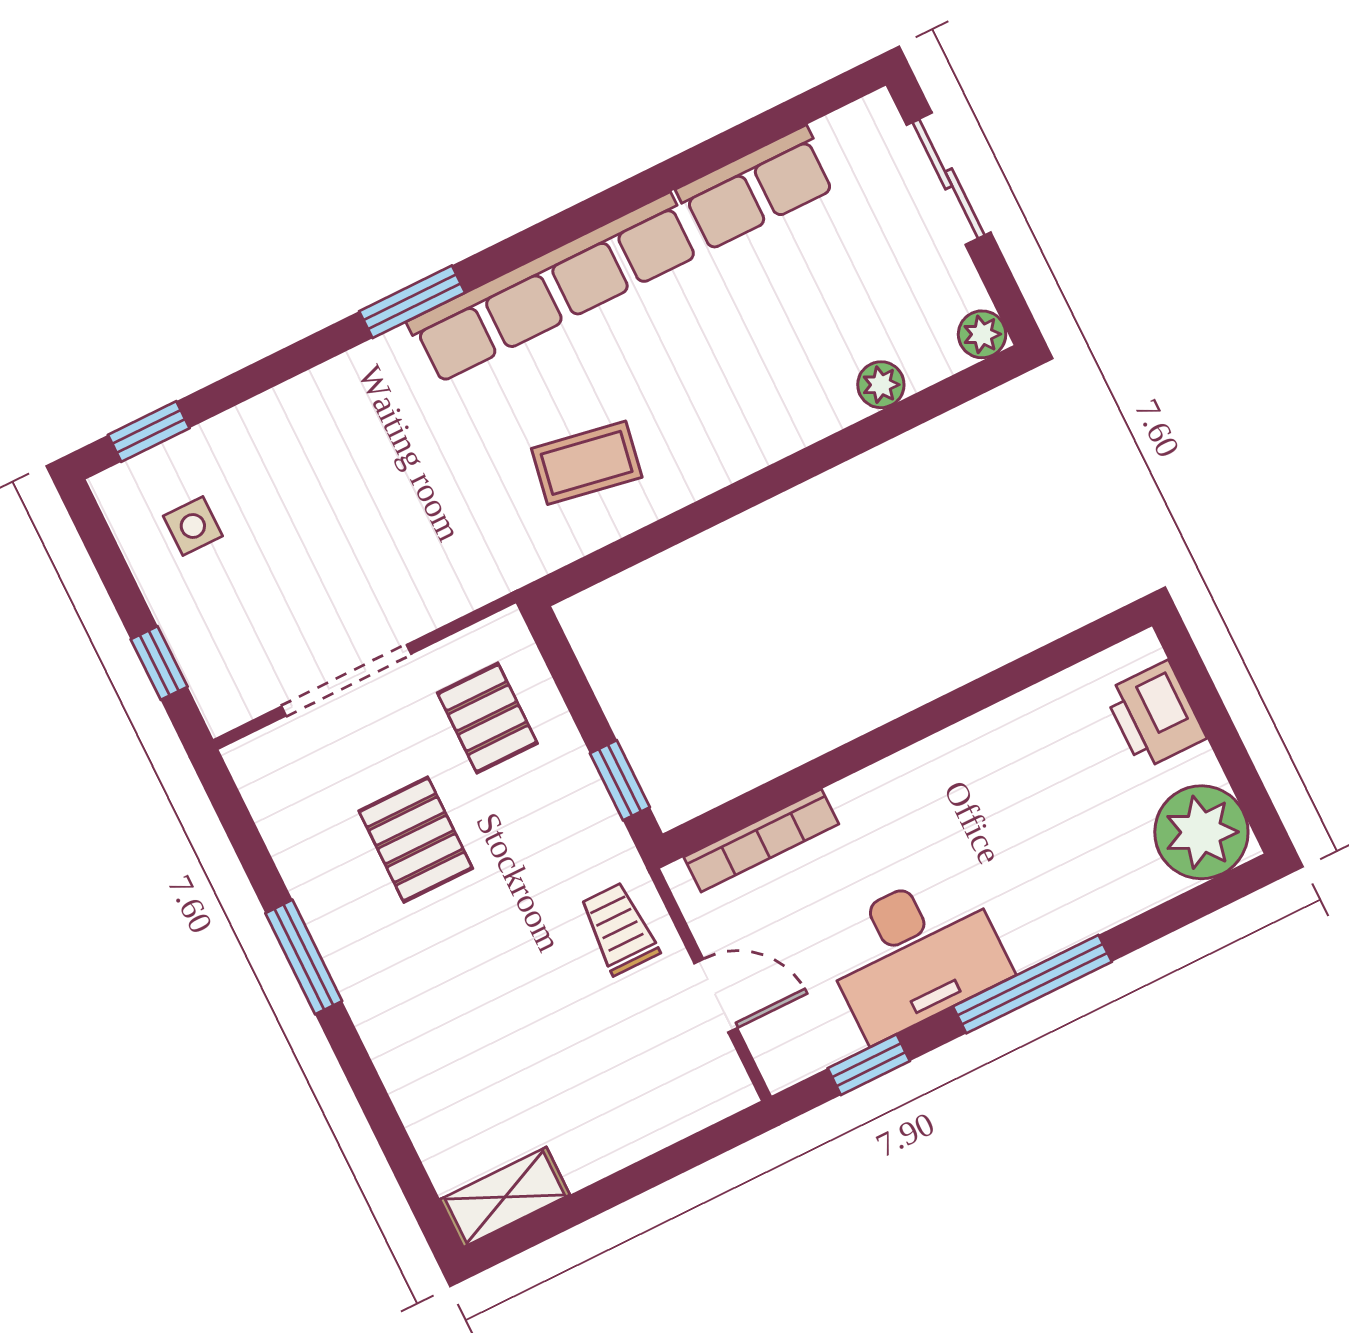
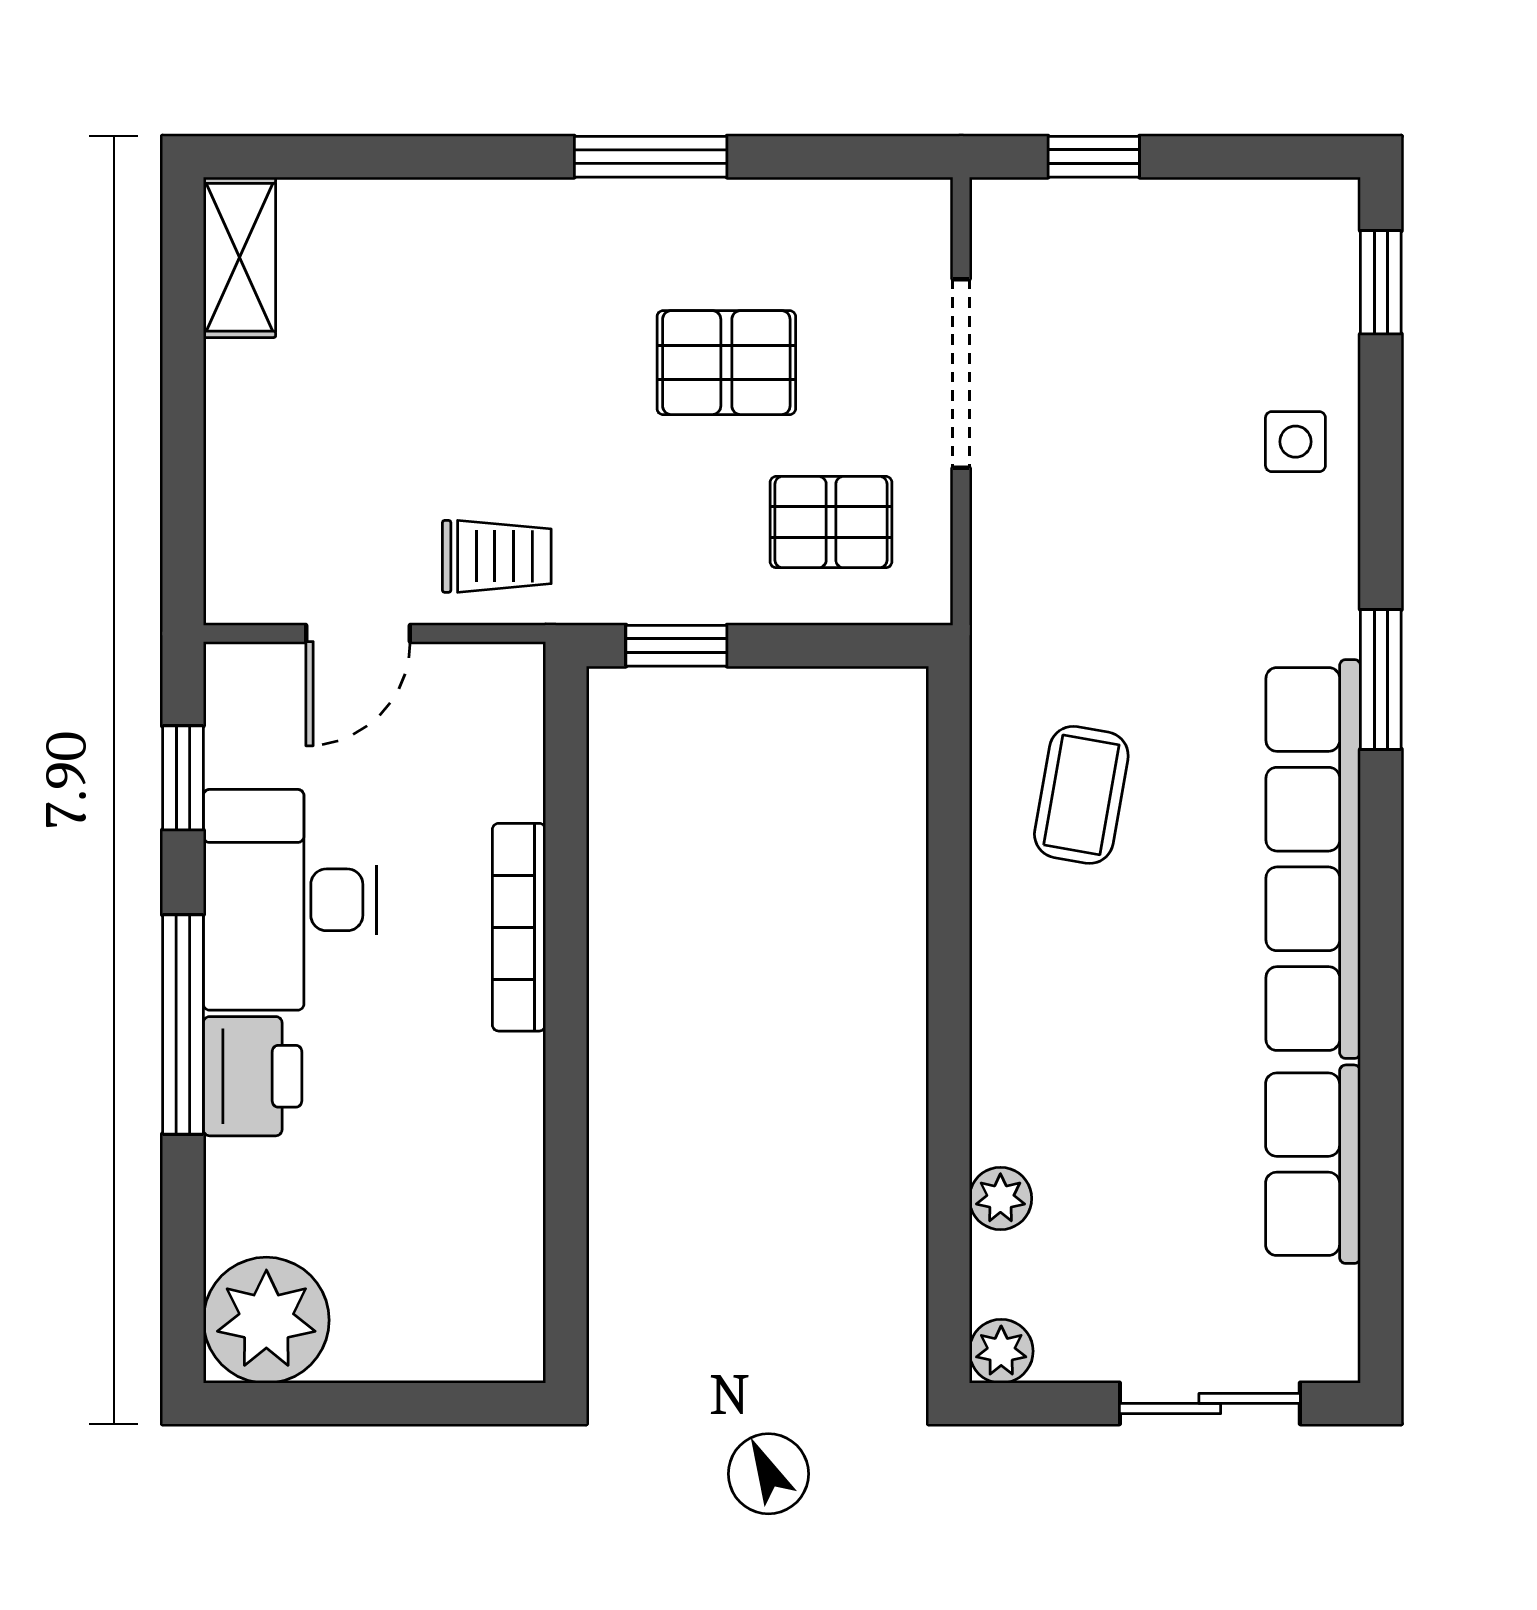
side table: (193, 526) -> (1295, 442), moved
printer: (1155, 715) -> (253, 1076), moved, turned 90
bookcase: (761, 840) -> (519, 927), moved

